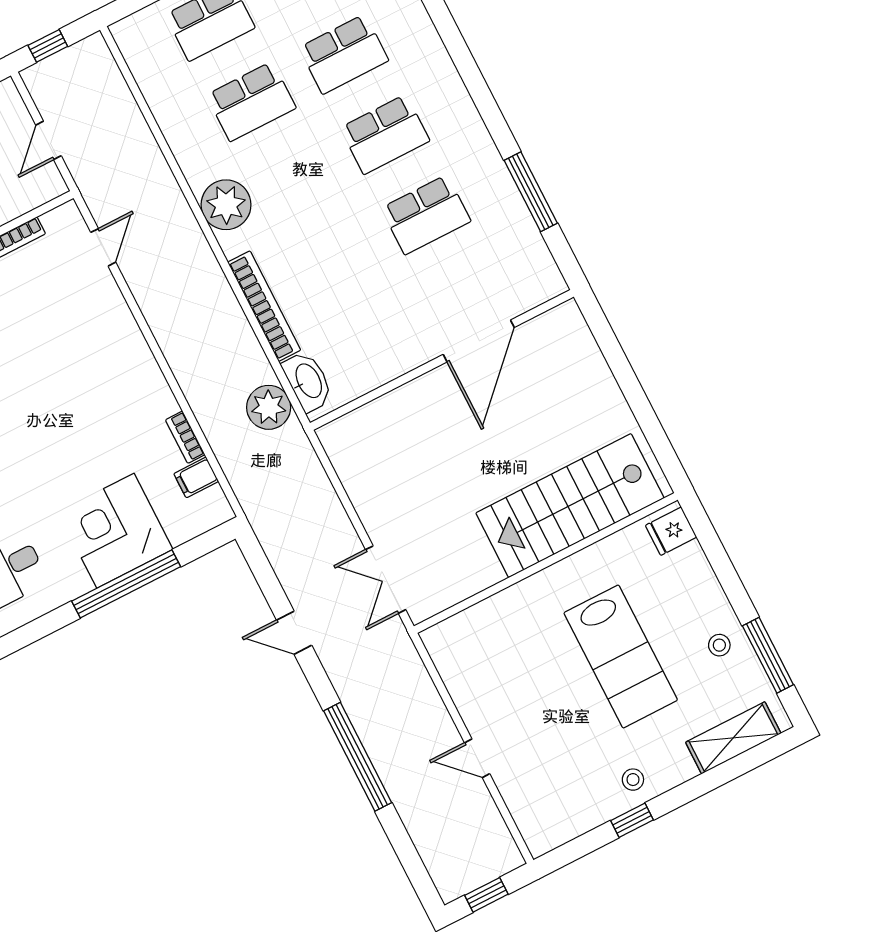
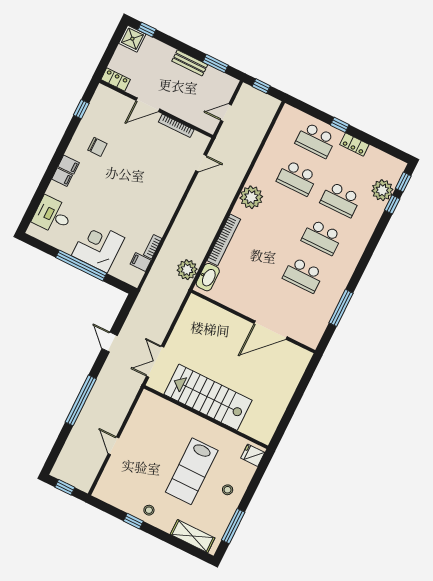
stairs: (570, 506) -> (208, 397), moved
stool: (719, 645) -> (228, 490), moved

